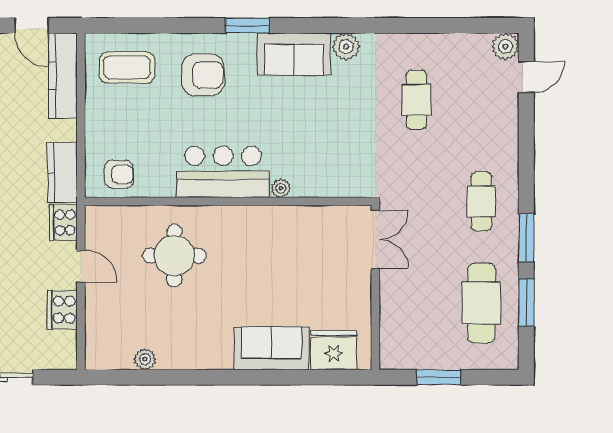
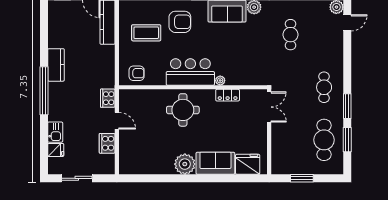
coffee table: (127, 67) -> (146, 33), moved
kitchen counter: (62, 173) -> (107, 72), removed
locker: (295, 217) -> (228, 95), added
round table: (174, 256) -> (183, 110), moved
plant: (145, 359) -> (185, 164), moved, width x1.88, depth x1.88

